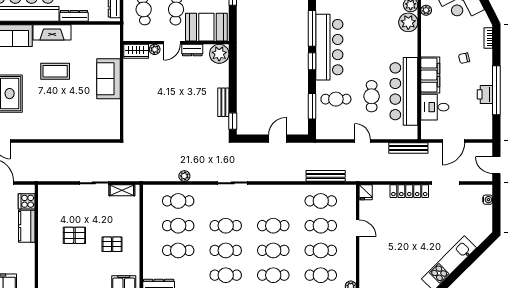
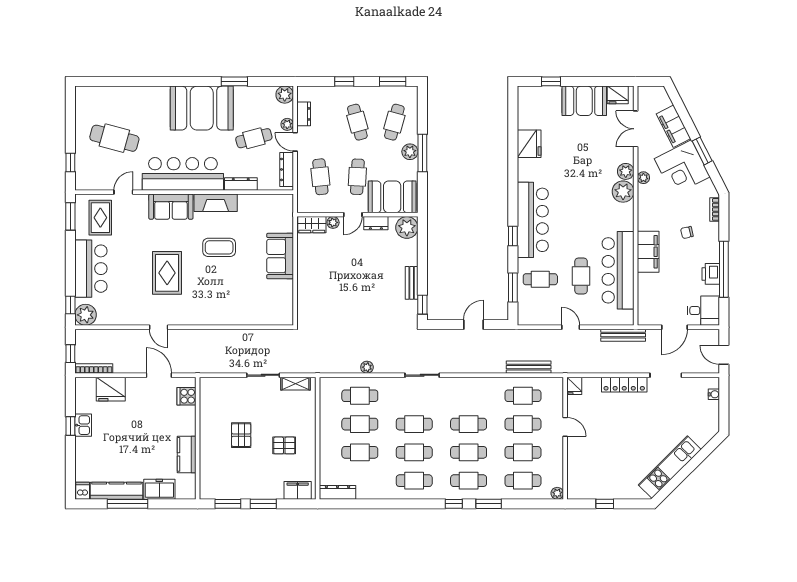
window: (312, 28) -> (513, 198), removed
desk: (435, 107) -> (703, 311), moved, turned 180
kitchen counter: (27, 226) -> (187, 454), moved
pallet: (74, 235) -> (241, 435), turned 90

